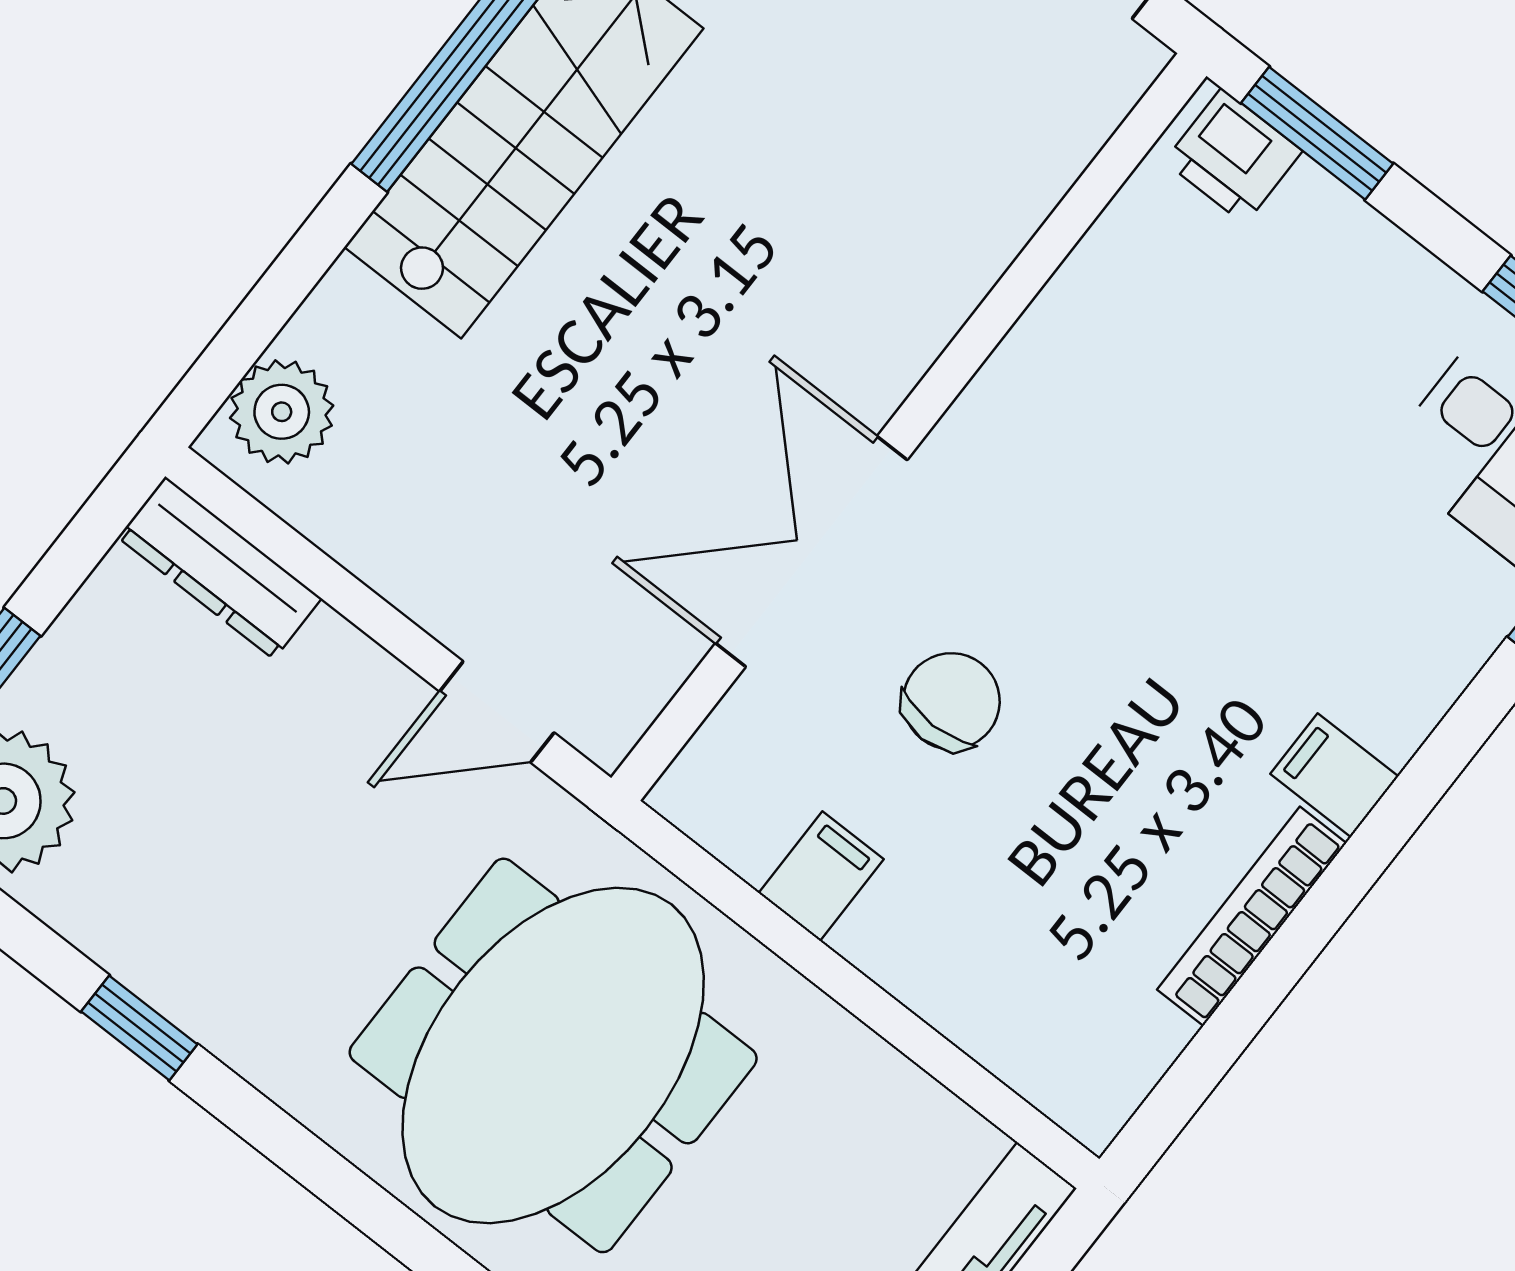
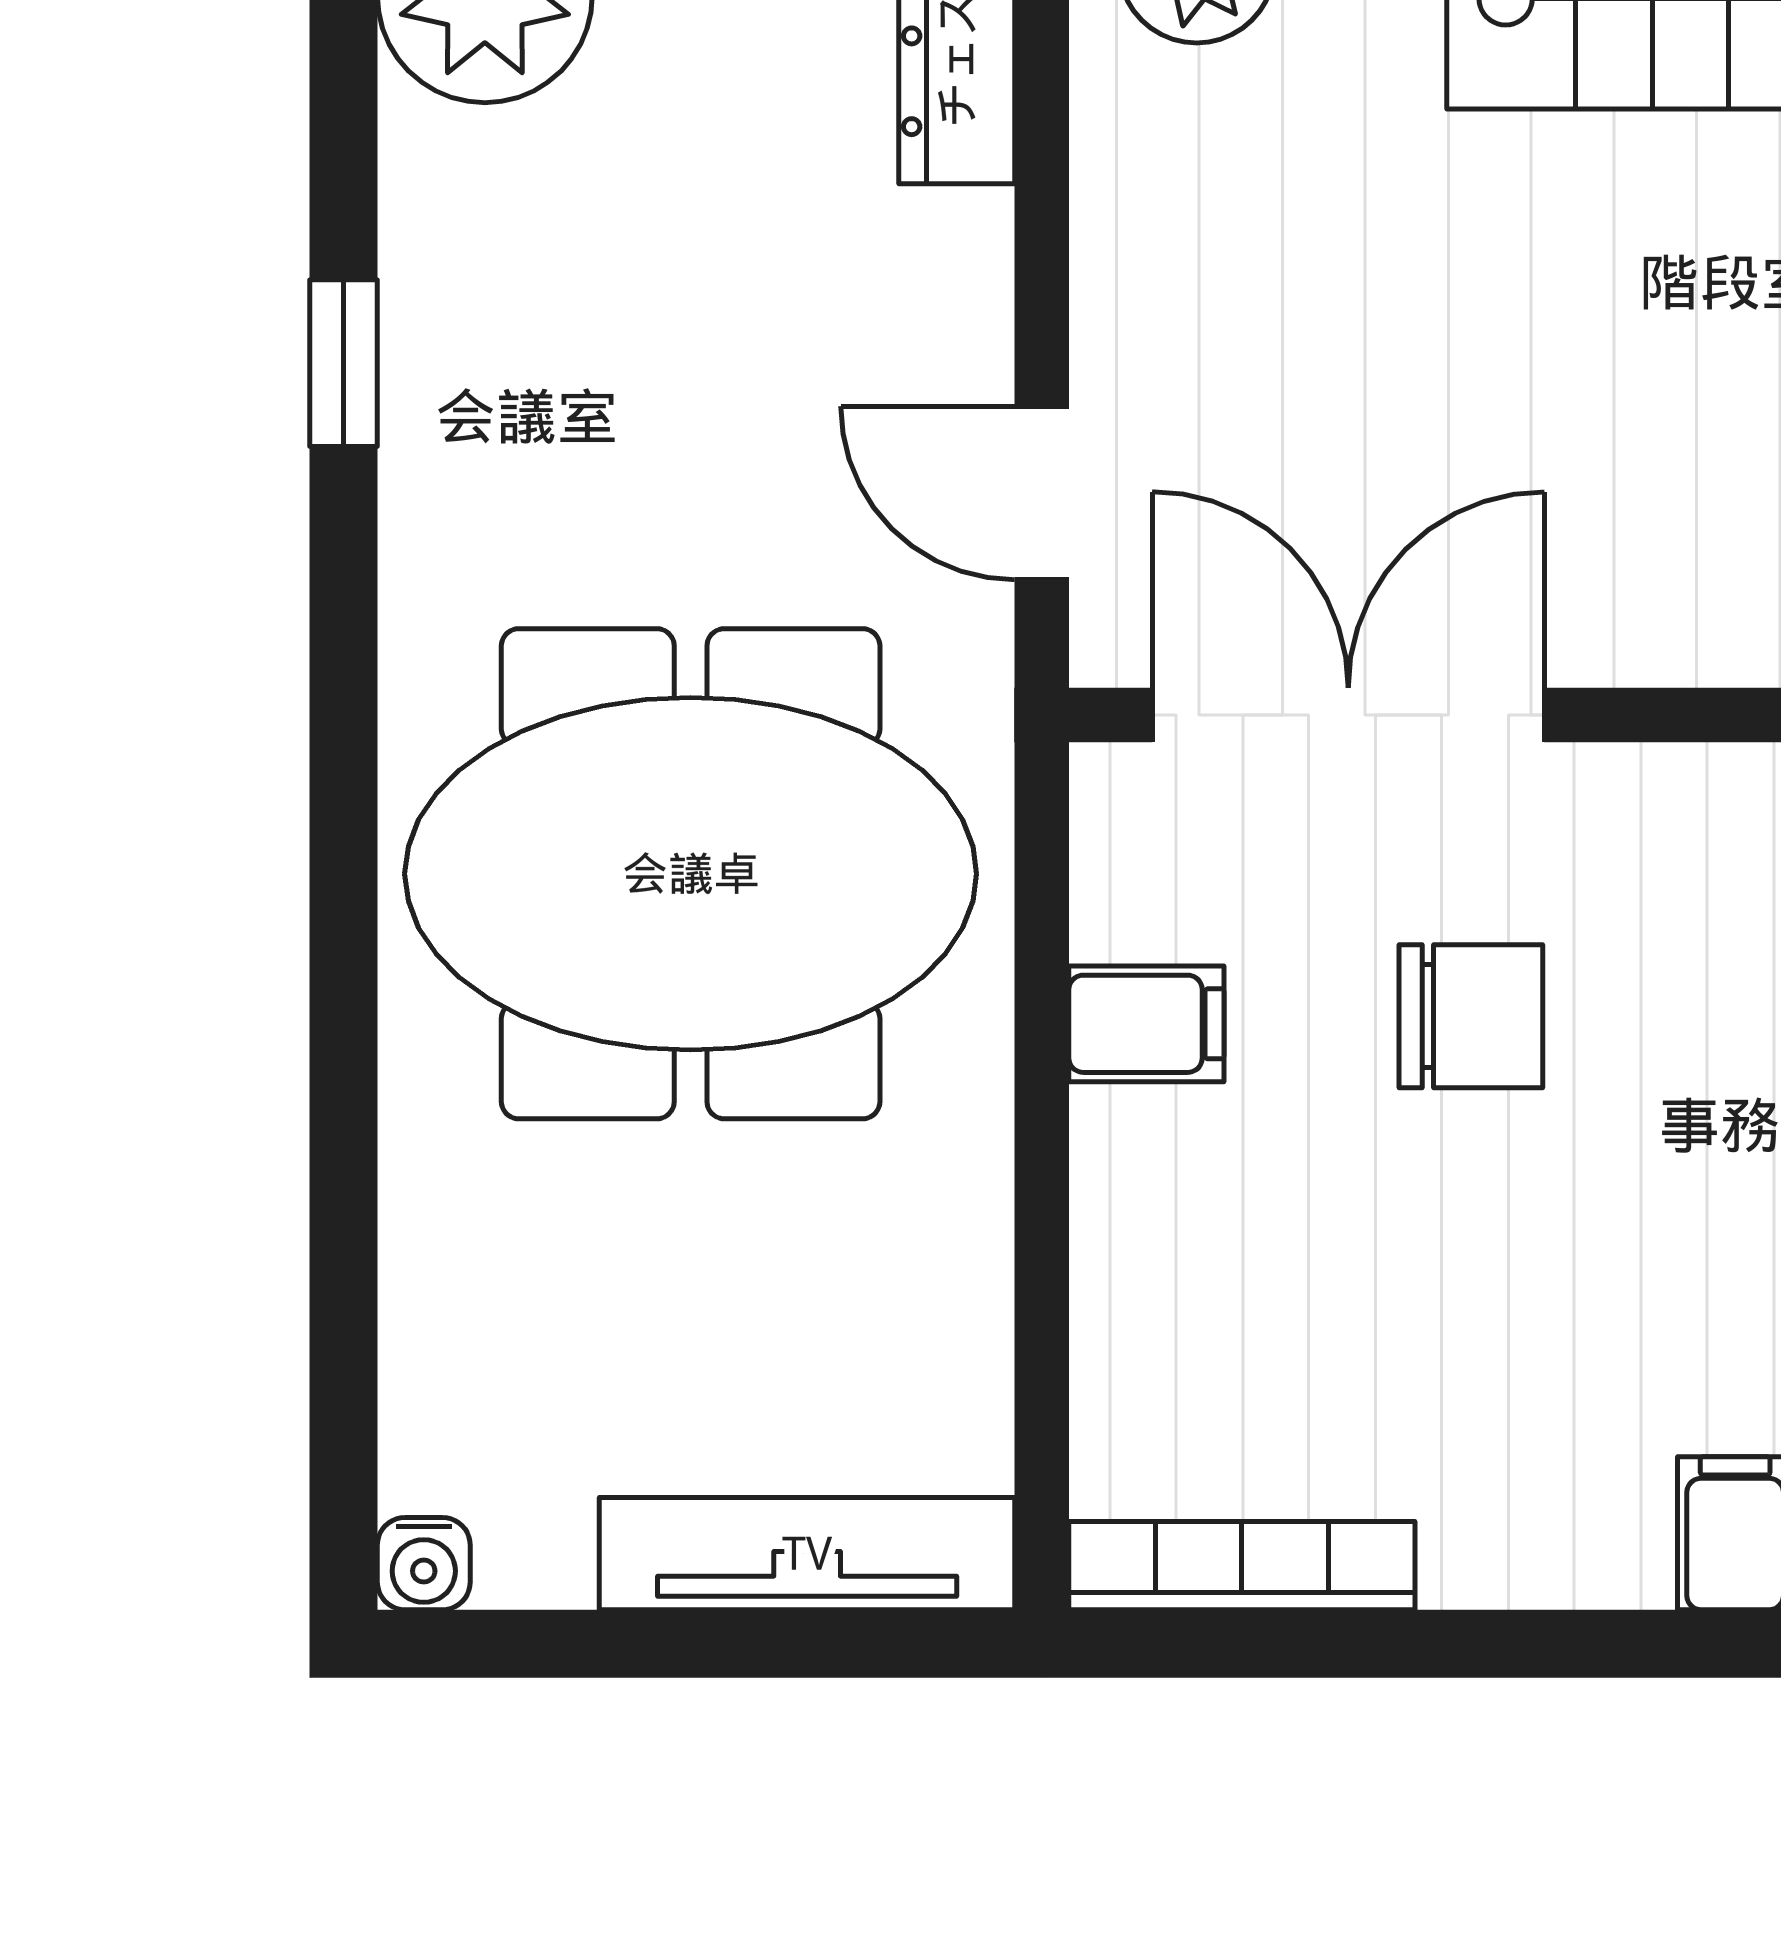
double door: (811, 552) -> (1348, 715), moved
bookcase: (1252, 916) -> (1242, 1566), moved

